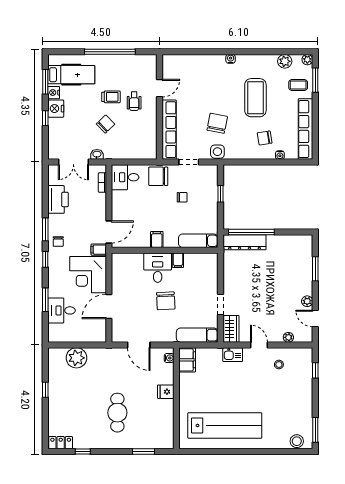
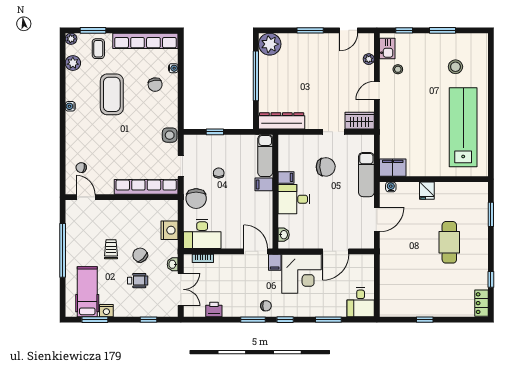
water cooler: (231, 59) -> (70, 106), moved
door: (160, 88) -> (86, 197), moved
coffee table: (255, 98) -> (112, 94), turned 90
wheelchair: (134, 101) -> (138, 281), moved
nightstand: (56, 109) -> (170, 230), moved, turned -90
window: (45, 118) -> (149, 320), moved
chair: (217, 123) -> (81, 168), moved, width x0.54, depth x0.54
desk: (125, 177) -> (202, 234), width x1.37
printer: (58, 199) -> (214, 310), width x0.53, depth x0.68
window: (251, 232) -> (256, 76), moved
filing cabinet: (157, 239) -> (264, 184), moved
dresser: (245, 242) -> (282, 121), moved, turned -90
washbasin: (124, 258) -> (284, 235), added
window: (315, 269) -> (310, 30), moved
chair: (166, 301) -> (326, 167), moved
plant: (307, 301) -> (270, 44), moved, width x1.88, depth x1.88
door: (109, 306) -> (336, 251), hinge flipped
desk: (61, 310) -> (361, 302), moved
exam couch: (197, 335) -> (366, 175), moved
kitchen sink: (233, 355) -> (387, 49), moved
plant: (76, 358) -> (391, 286), removed
cafe table: (117, 413) -> (449, 242), turned 90
window: (315, 430) -> (443, 30), moved
stool: (297, 441) -> (455, 67), moved

